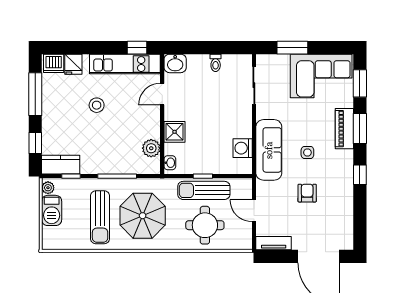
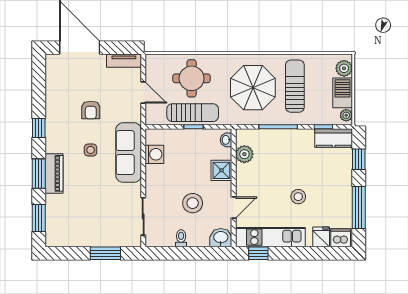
corner sofa: (321, 76) -> (77, 225), removed
stool: (204, 99) -> (193, 203), added
plant: (50, 235) -> (344, 68), added

